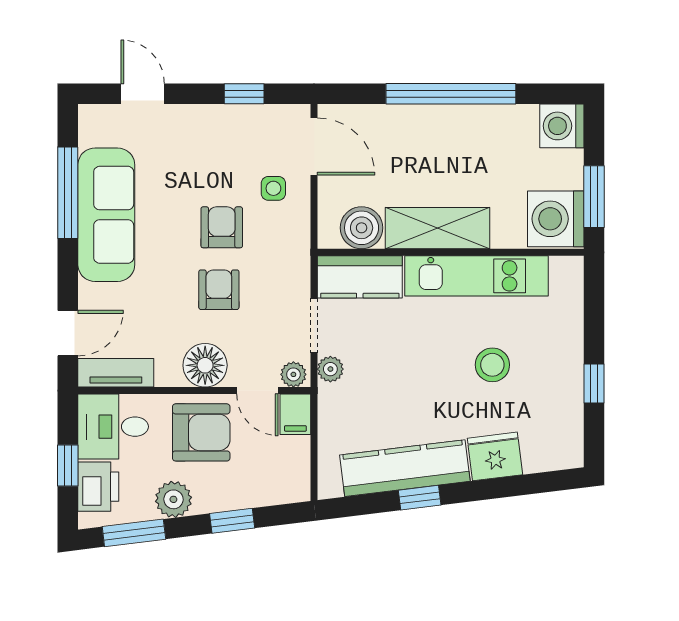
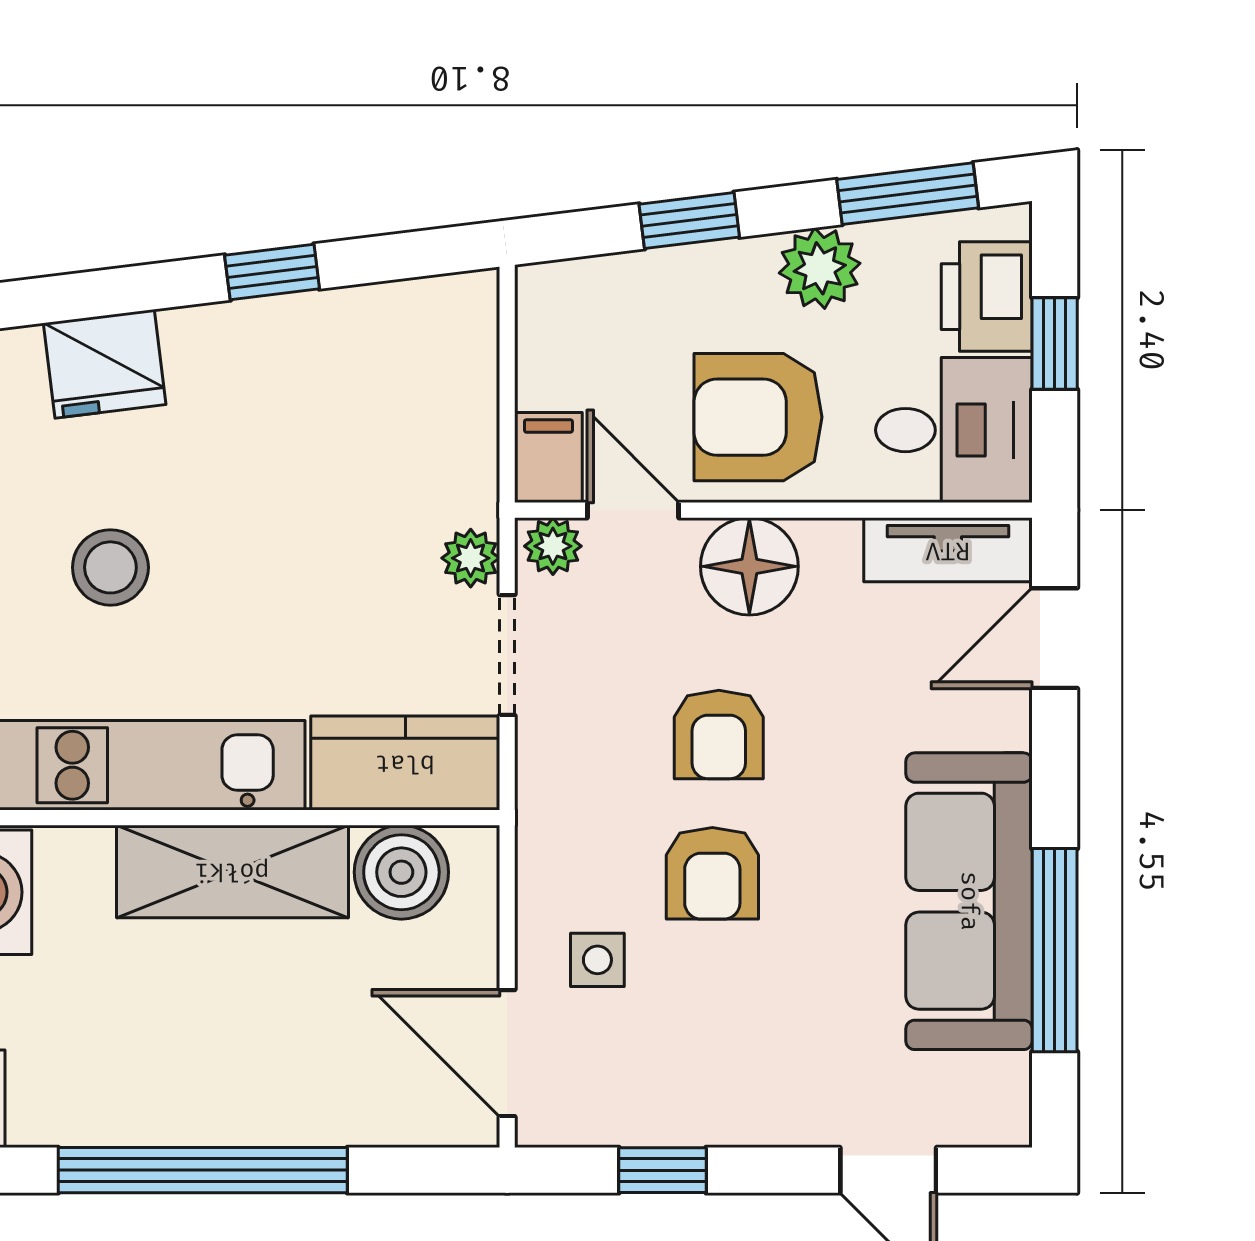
kitchen counter: (405, 468) -> (305, 338), removed

